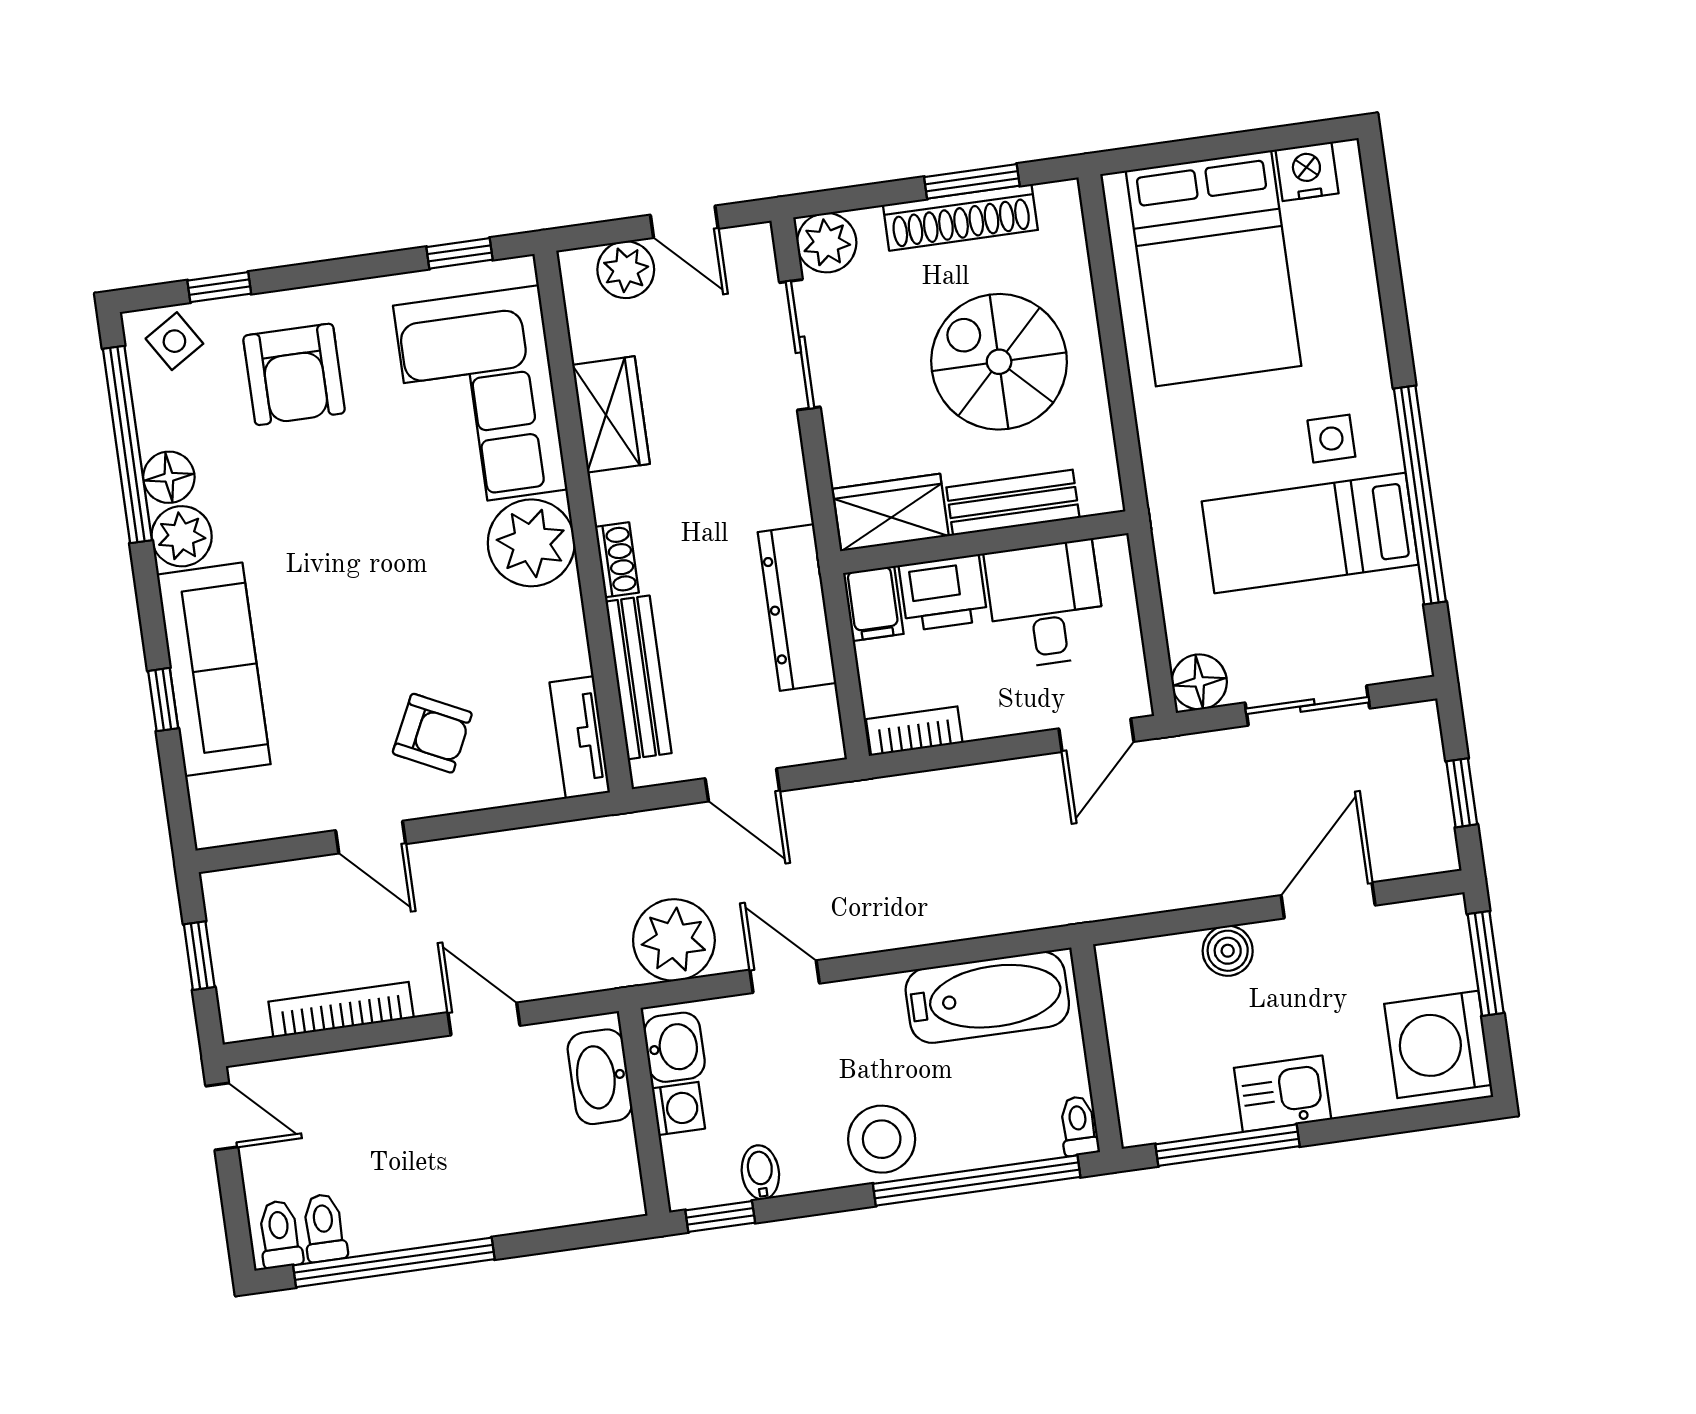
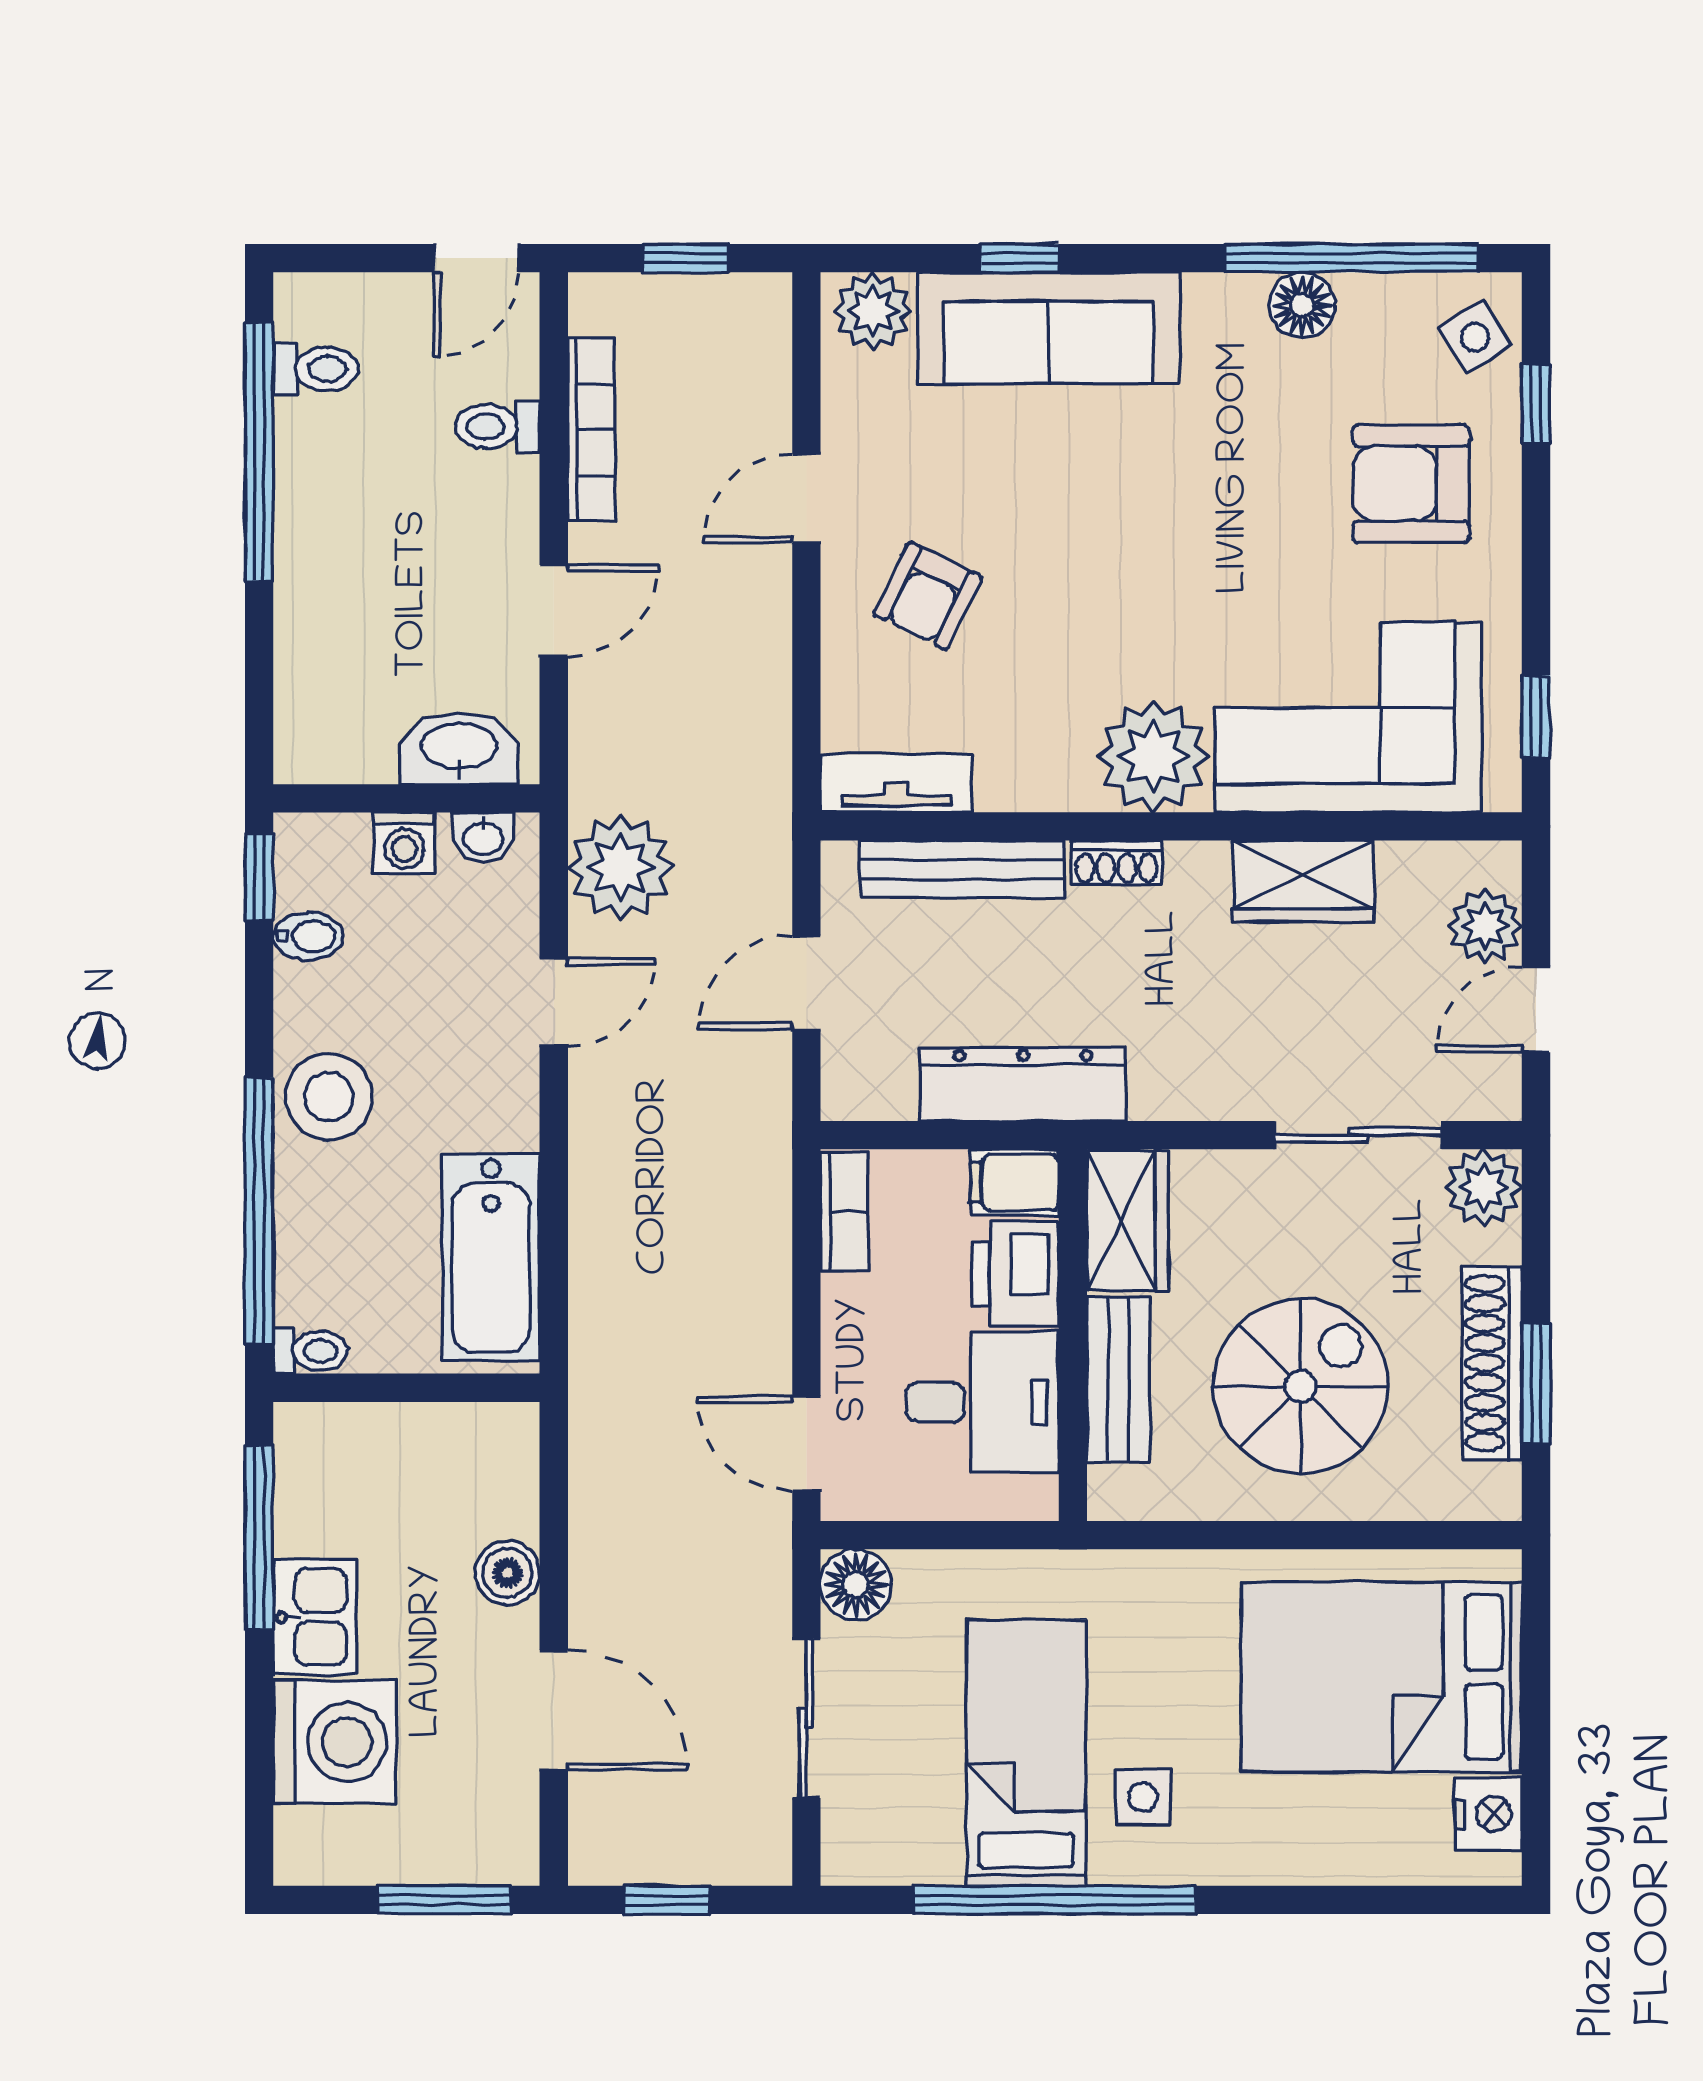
plant: (182, 536) -> (873, 311), moved
washing machine: (1438, 1044) -> (335, 1742), moved, turned 90
washbasin: (674, 1047) -> (483, 837), width x0.72, depth x0.69
toilet: (280, 1234) -> (497, 426), moved, turned 180

